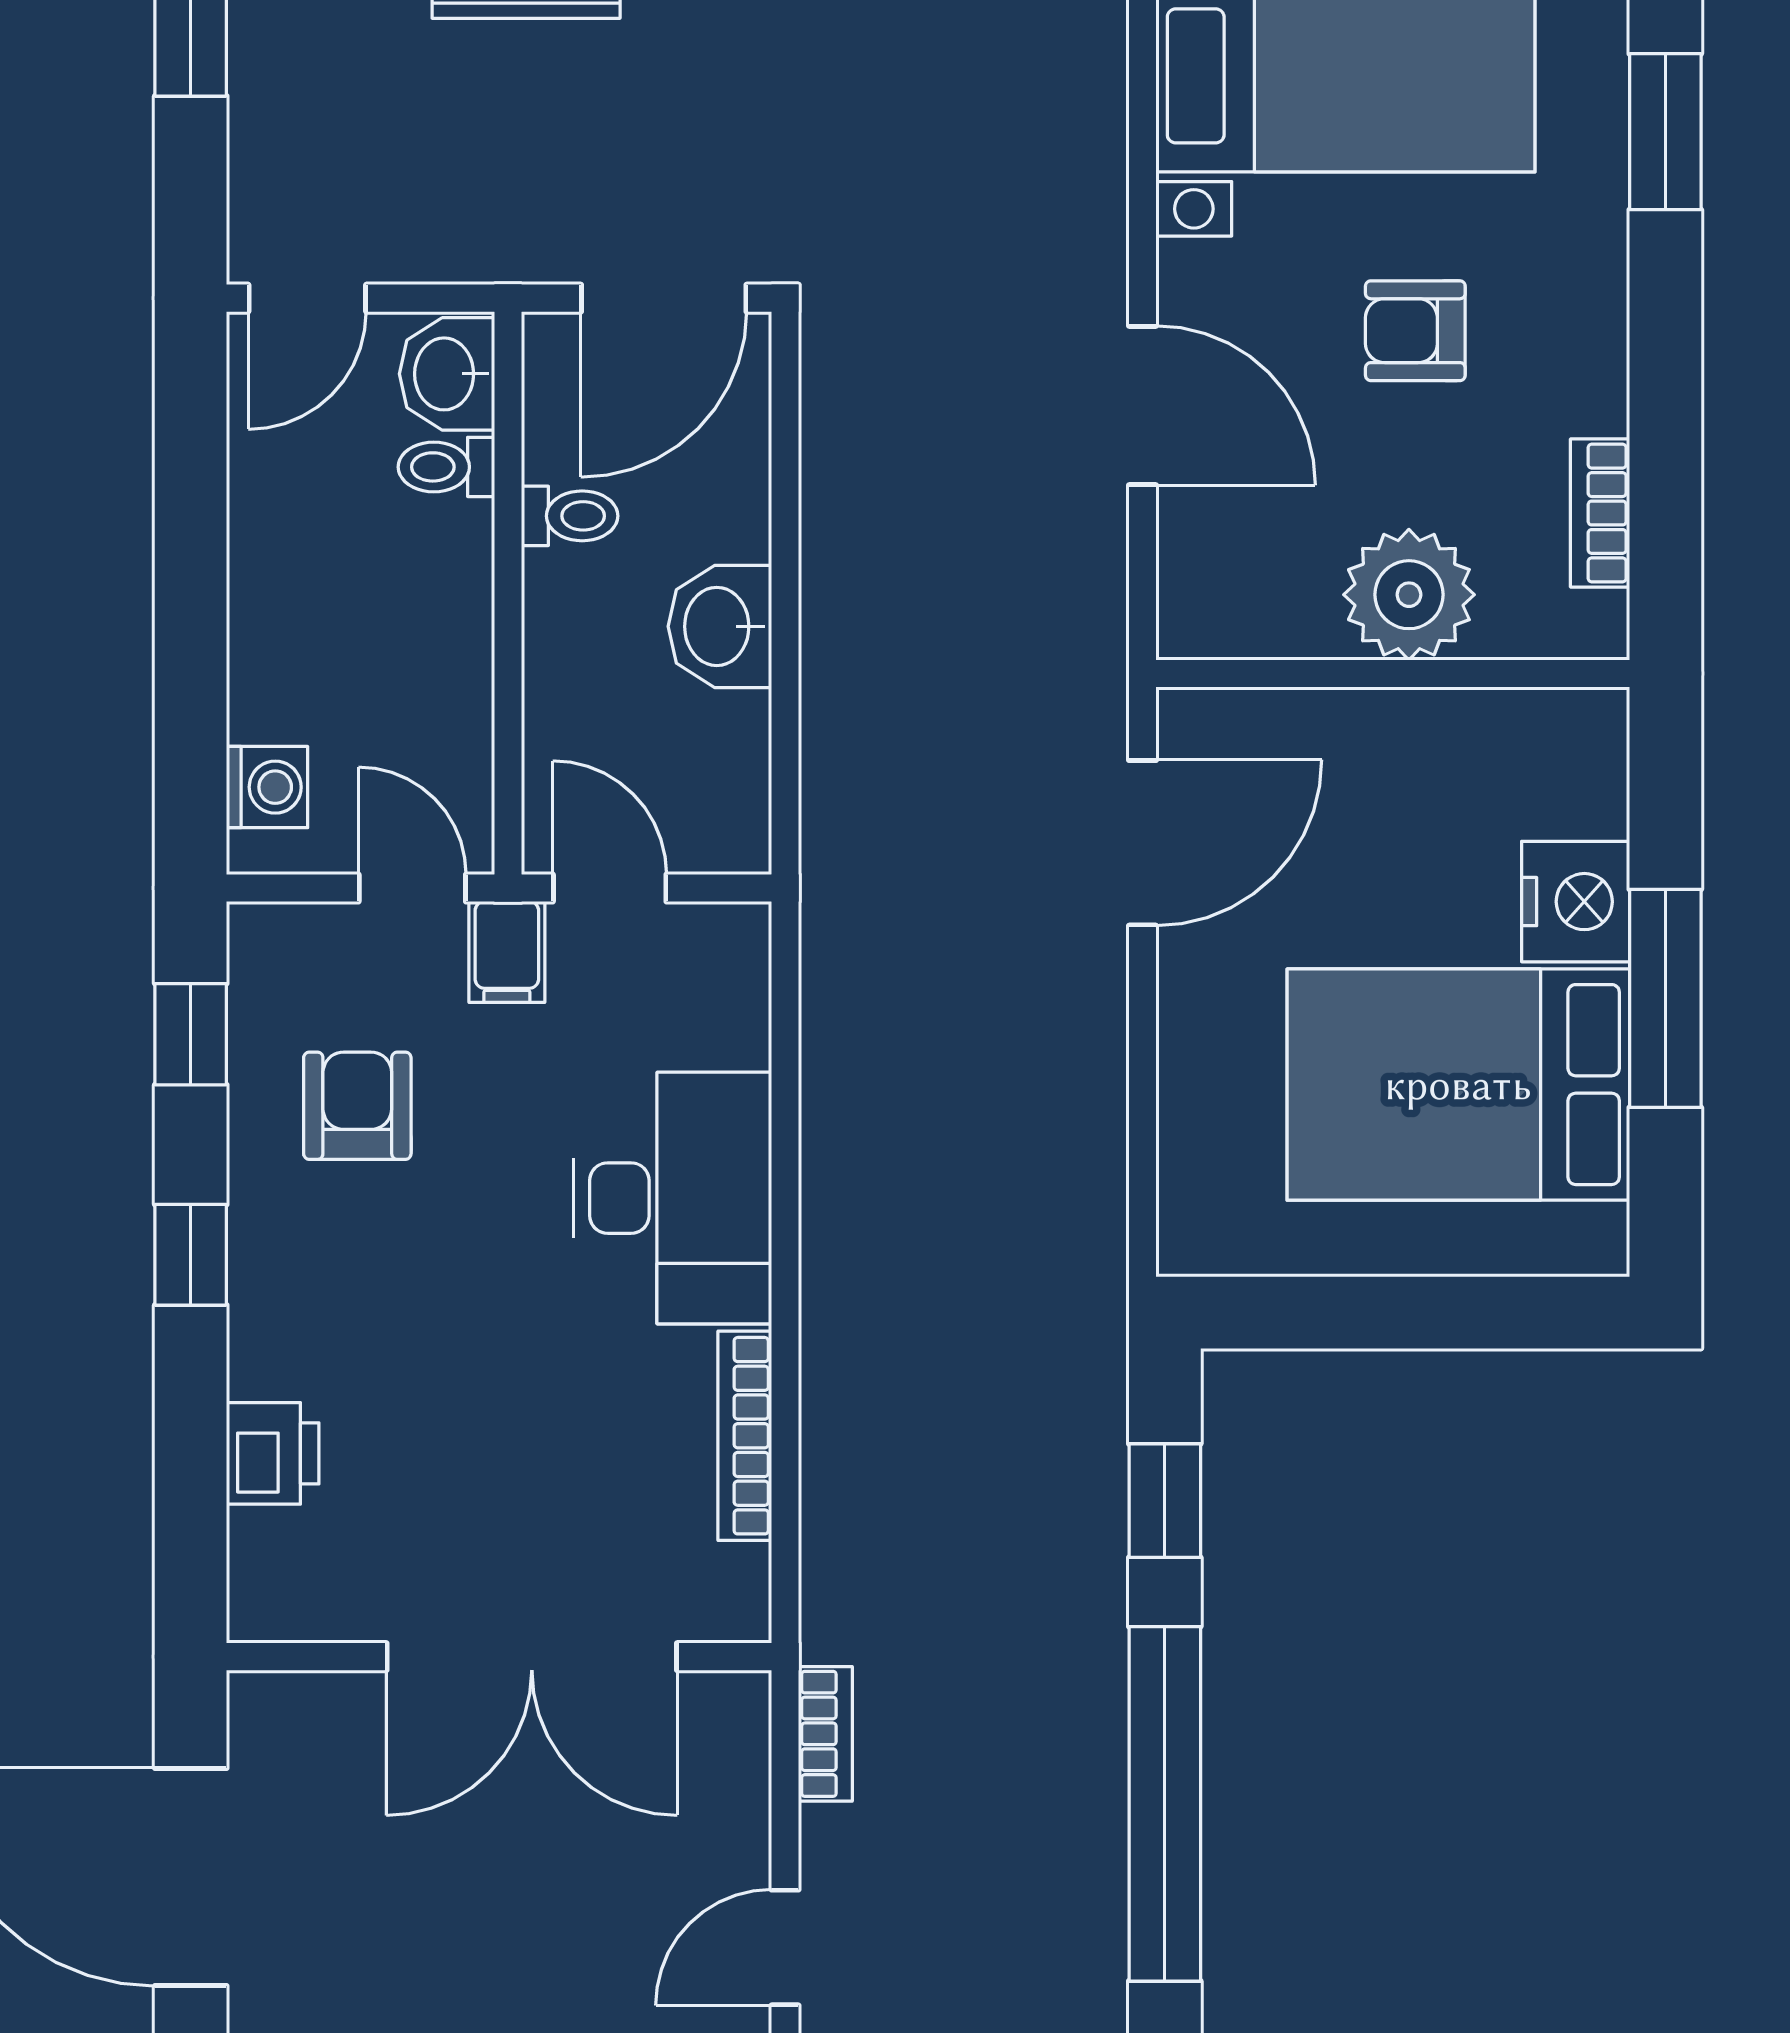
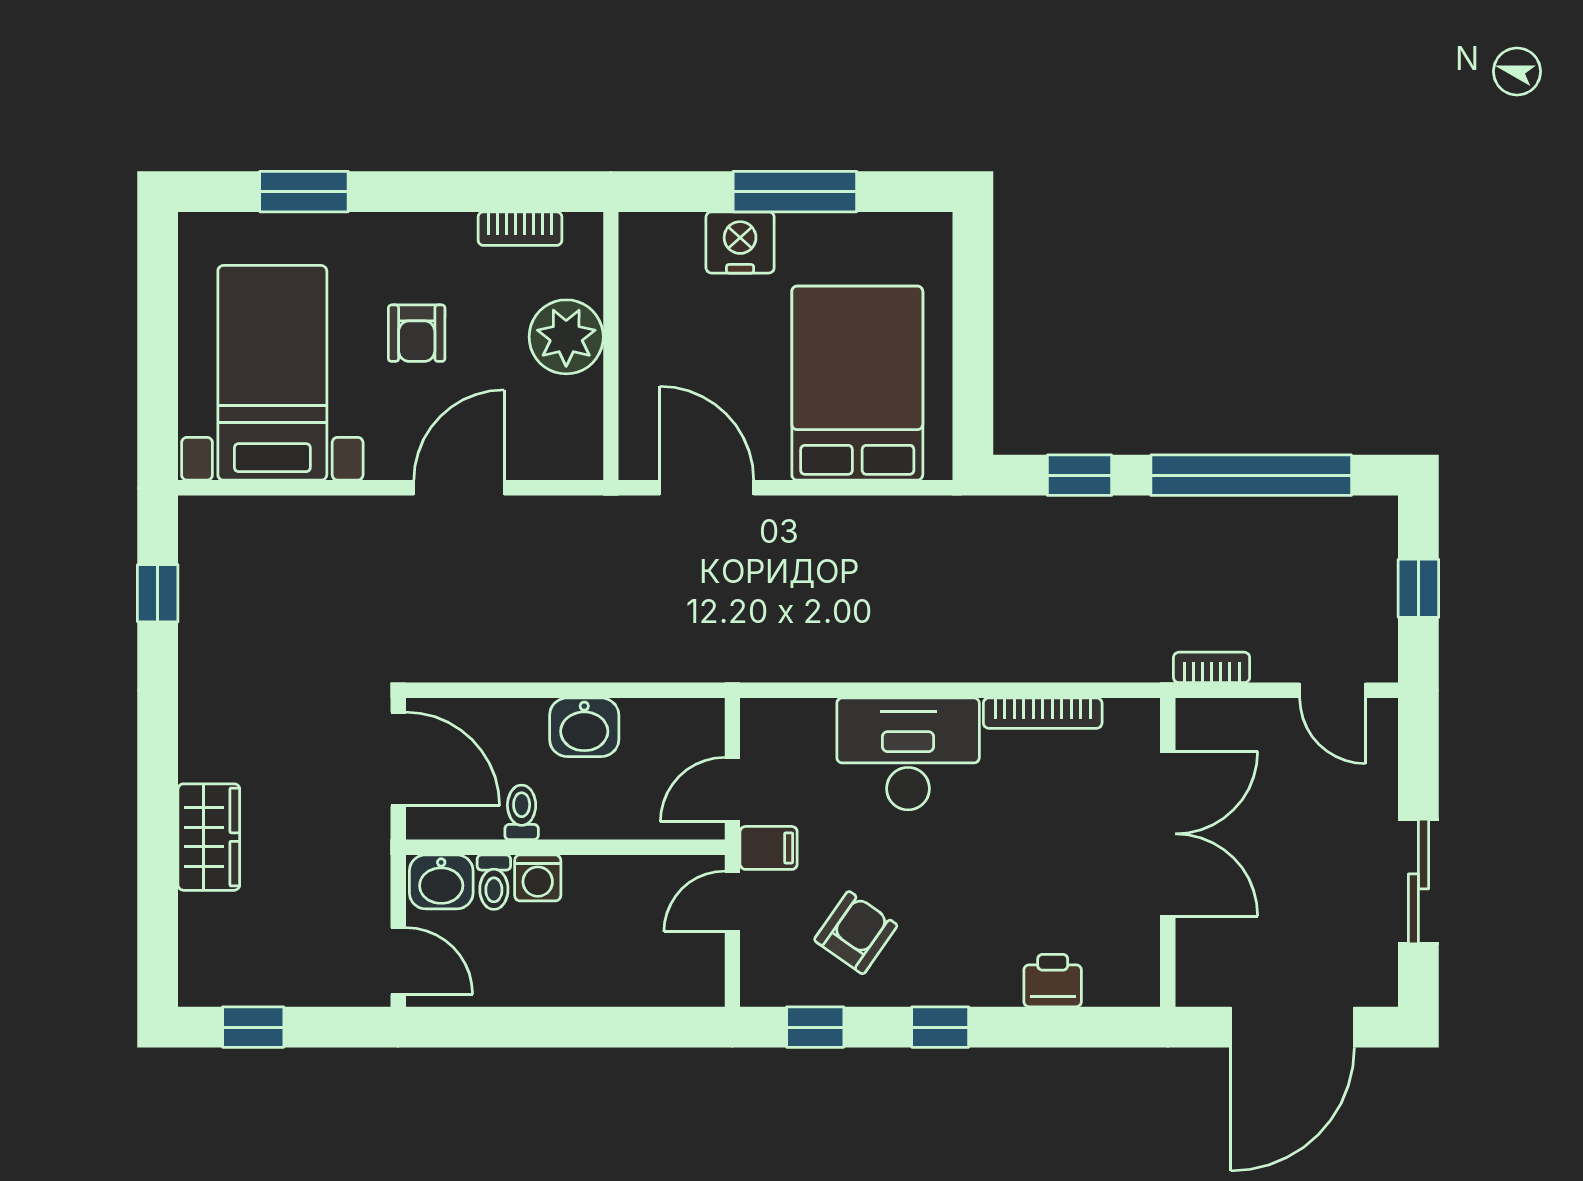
washing machine: (267, 787) -> (538, 878), moved, turned 180
bed: (1458, 1085) -> (857, 383), moved, turned 180
armchair: (357, 1106) -> (856, 933), turned 125

